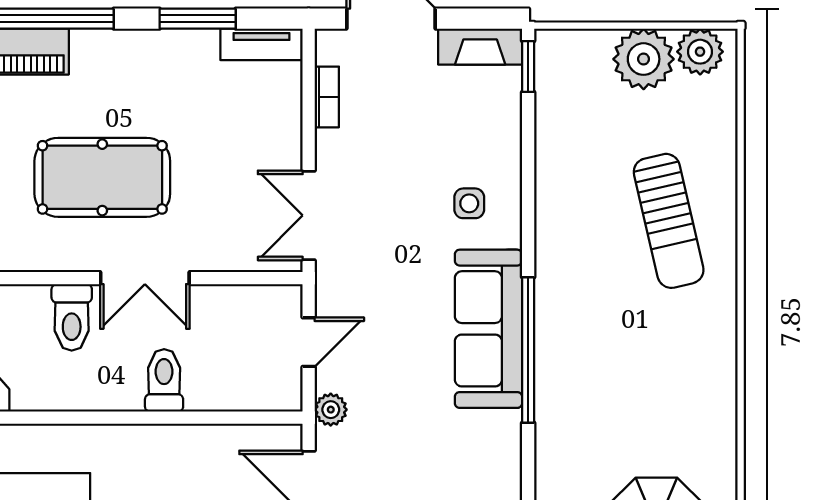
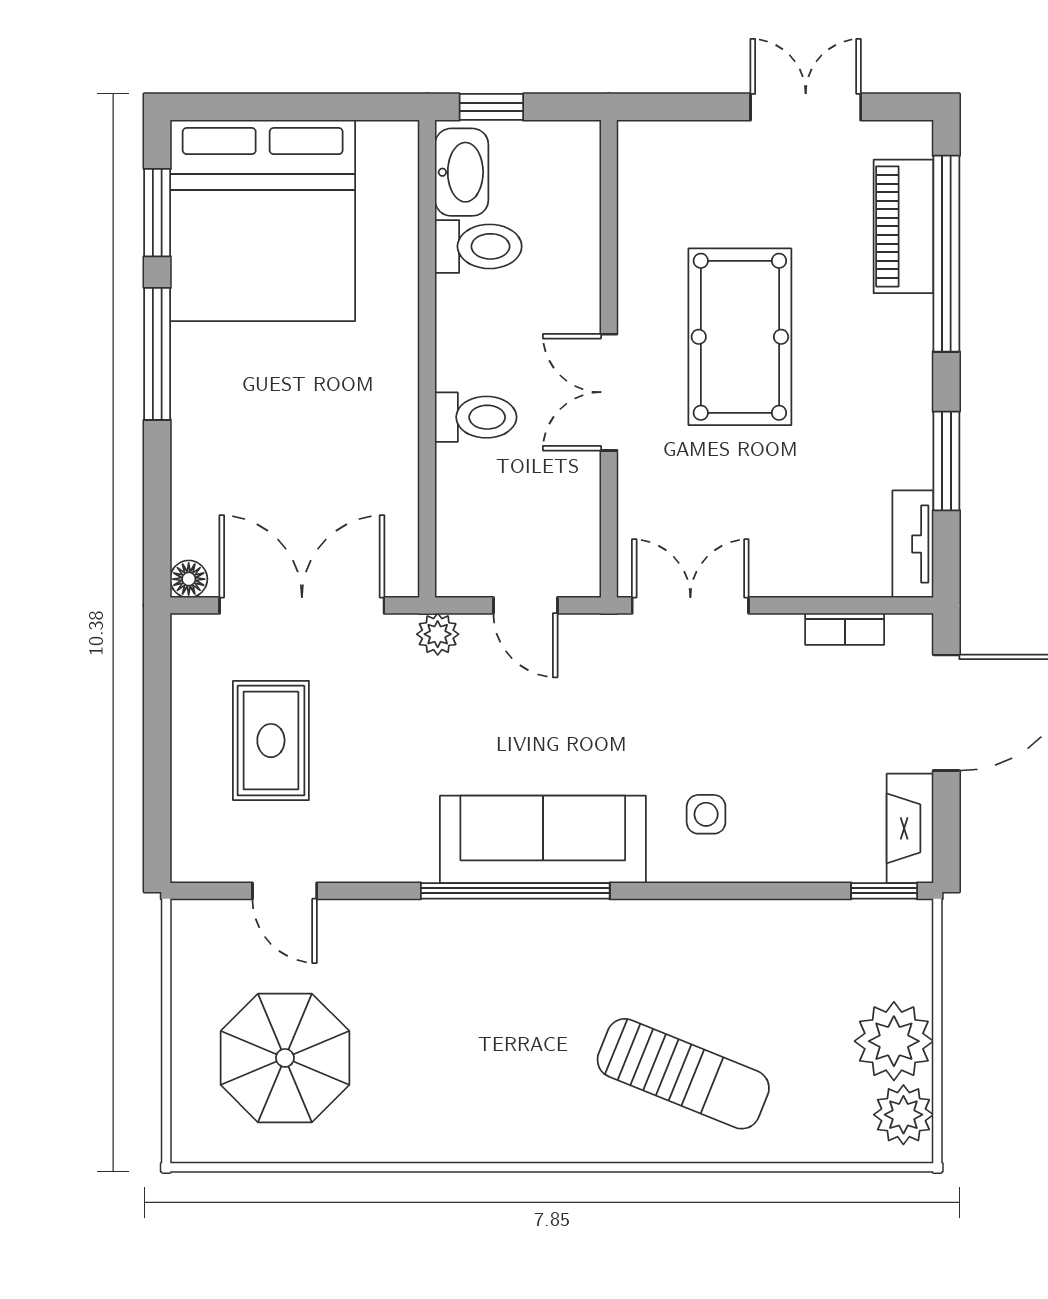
sun lounger: (669, 221) -> (683, 1074), turned -145
toilet: (72, 317) -> (478, 246), moved, turned 180

